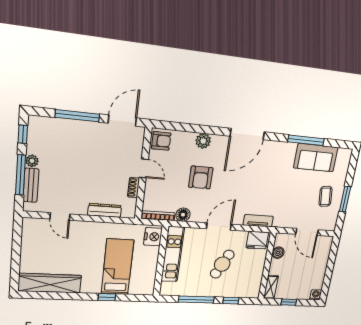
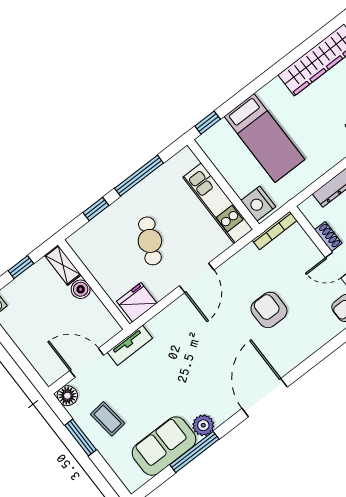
plant: (203, 141) -> (203, 425), moved
floor lamp: (183, 215) -> (67, 396), moved
tv unit: (258, 221) -> (130, 345), moved
boiler: (278, 253) -> (81, 289), moved
window: (107, 297) -> (208, 123), moved

